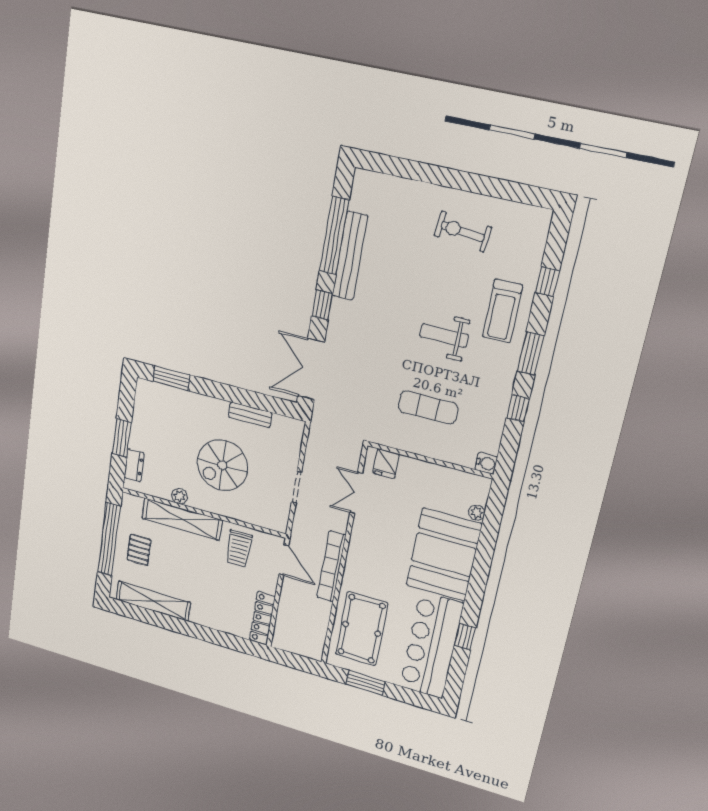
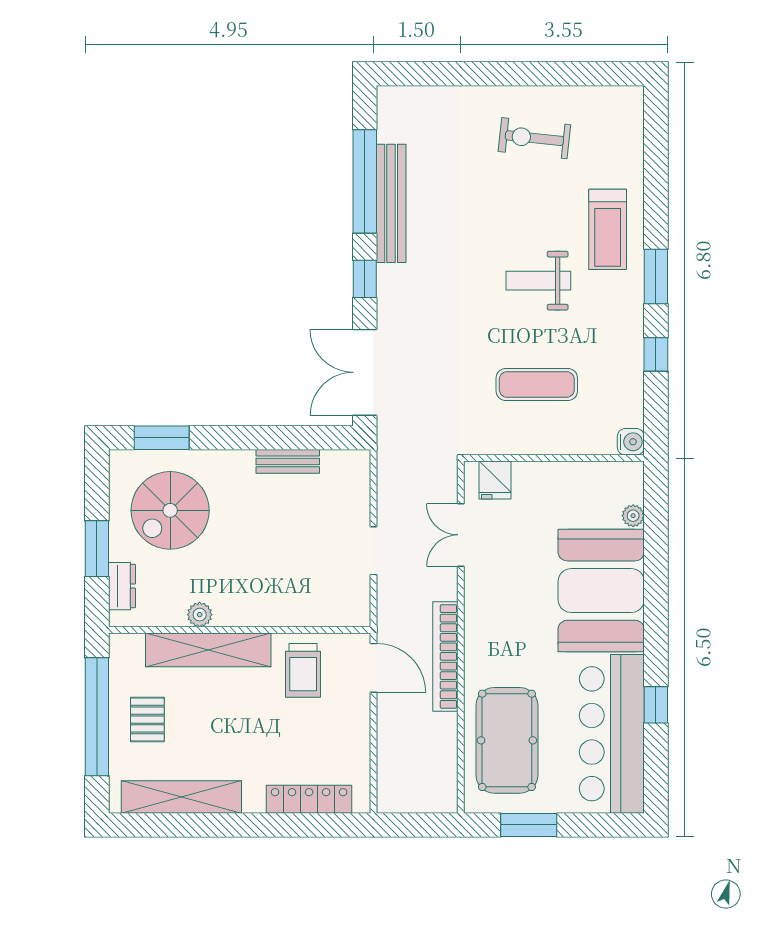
window: (547, 281) -> (656, 178), removed
spiral stairs: (222, 465) -> (170, 510), moved
locker: (262, 618) -> (309, 799), moved, turned 90

